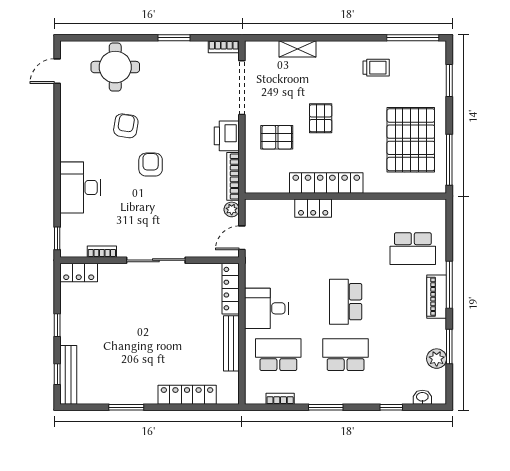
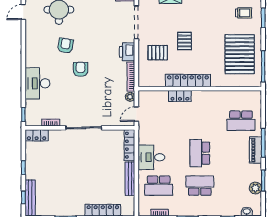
trolley: (376, 68) -> (244, 13), moved
school desk: (278, 355) -> (159, 186), turned 180

